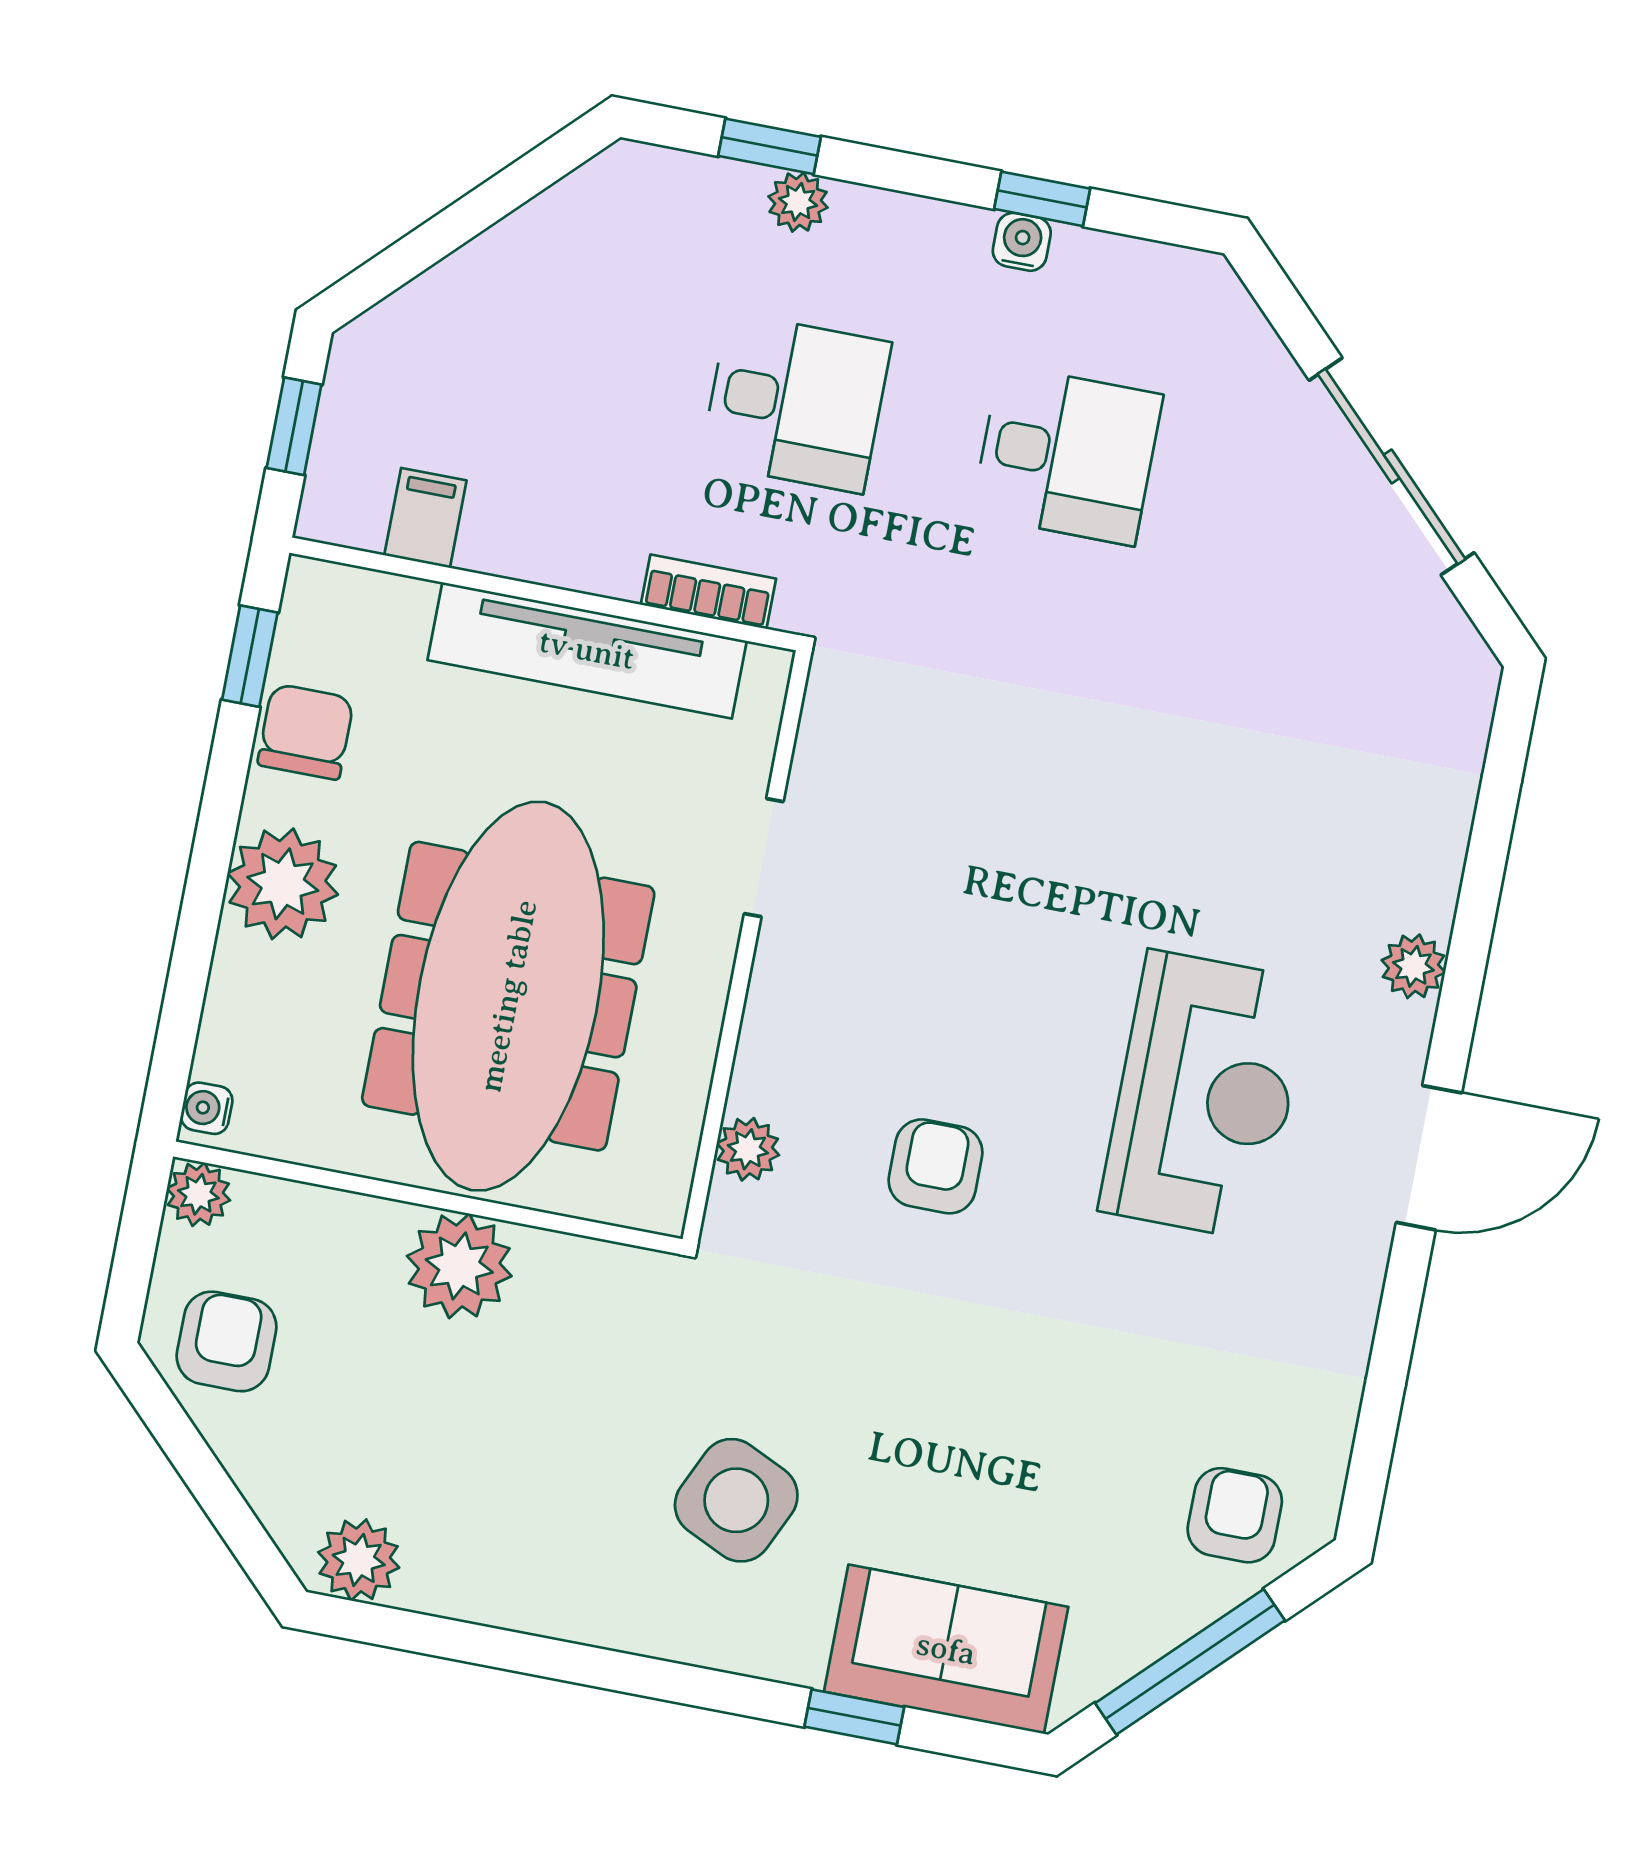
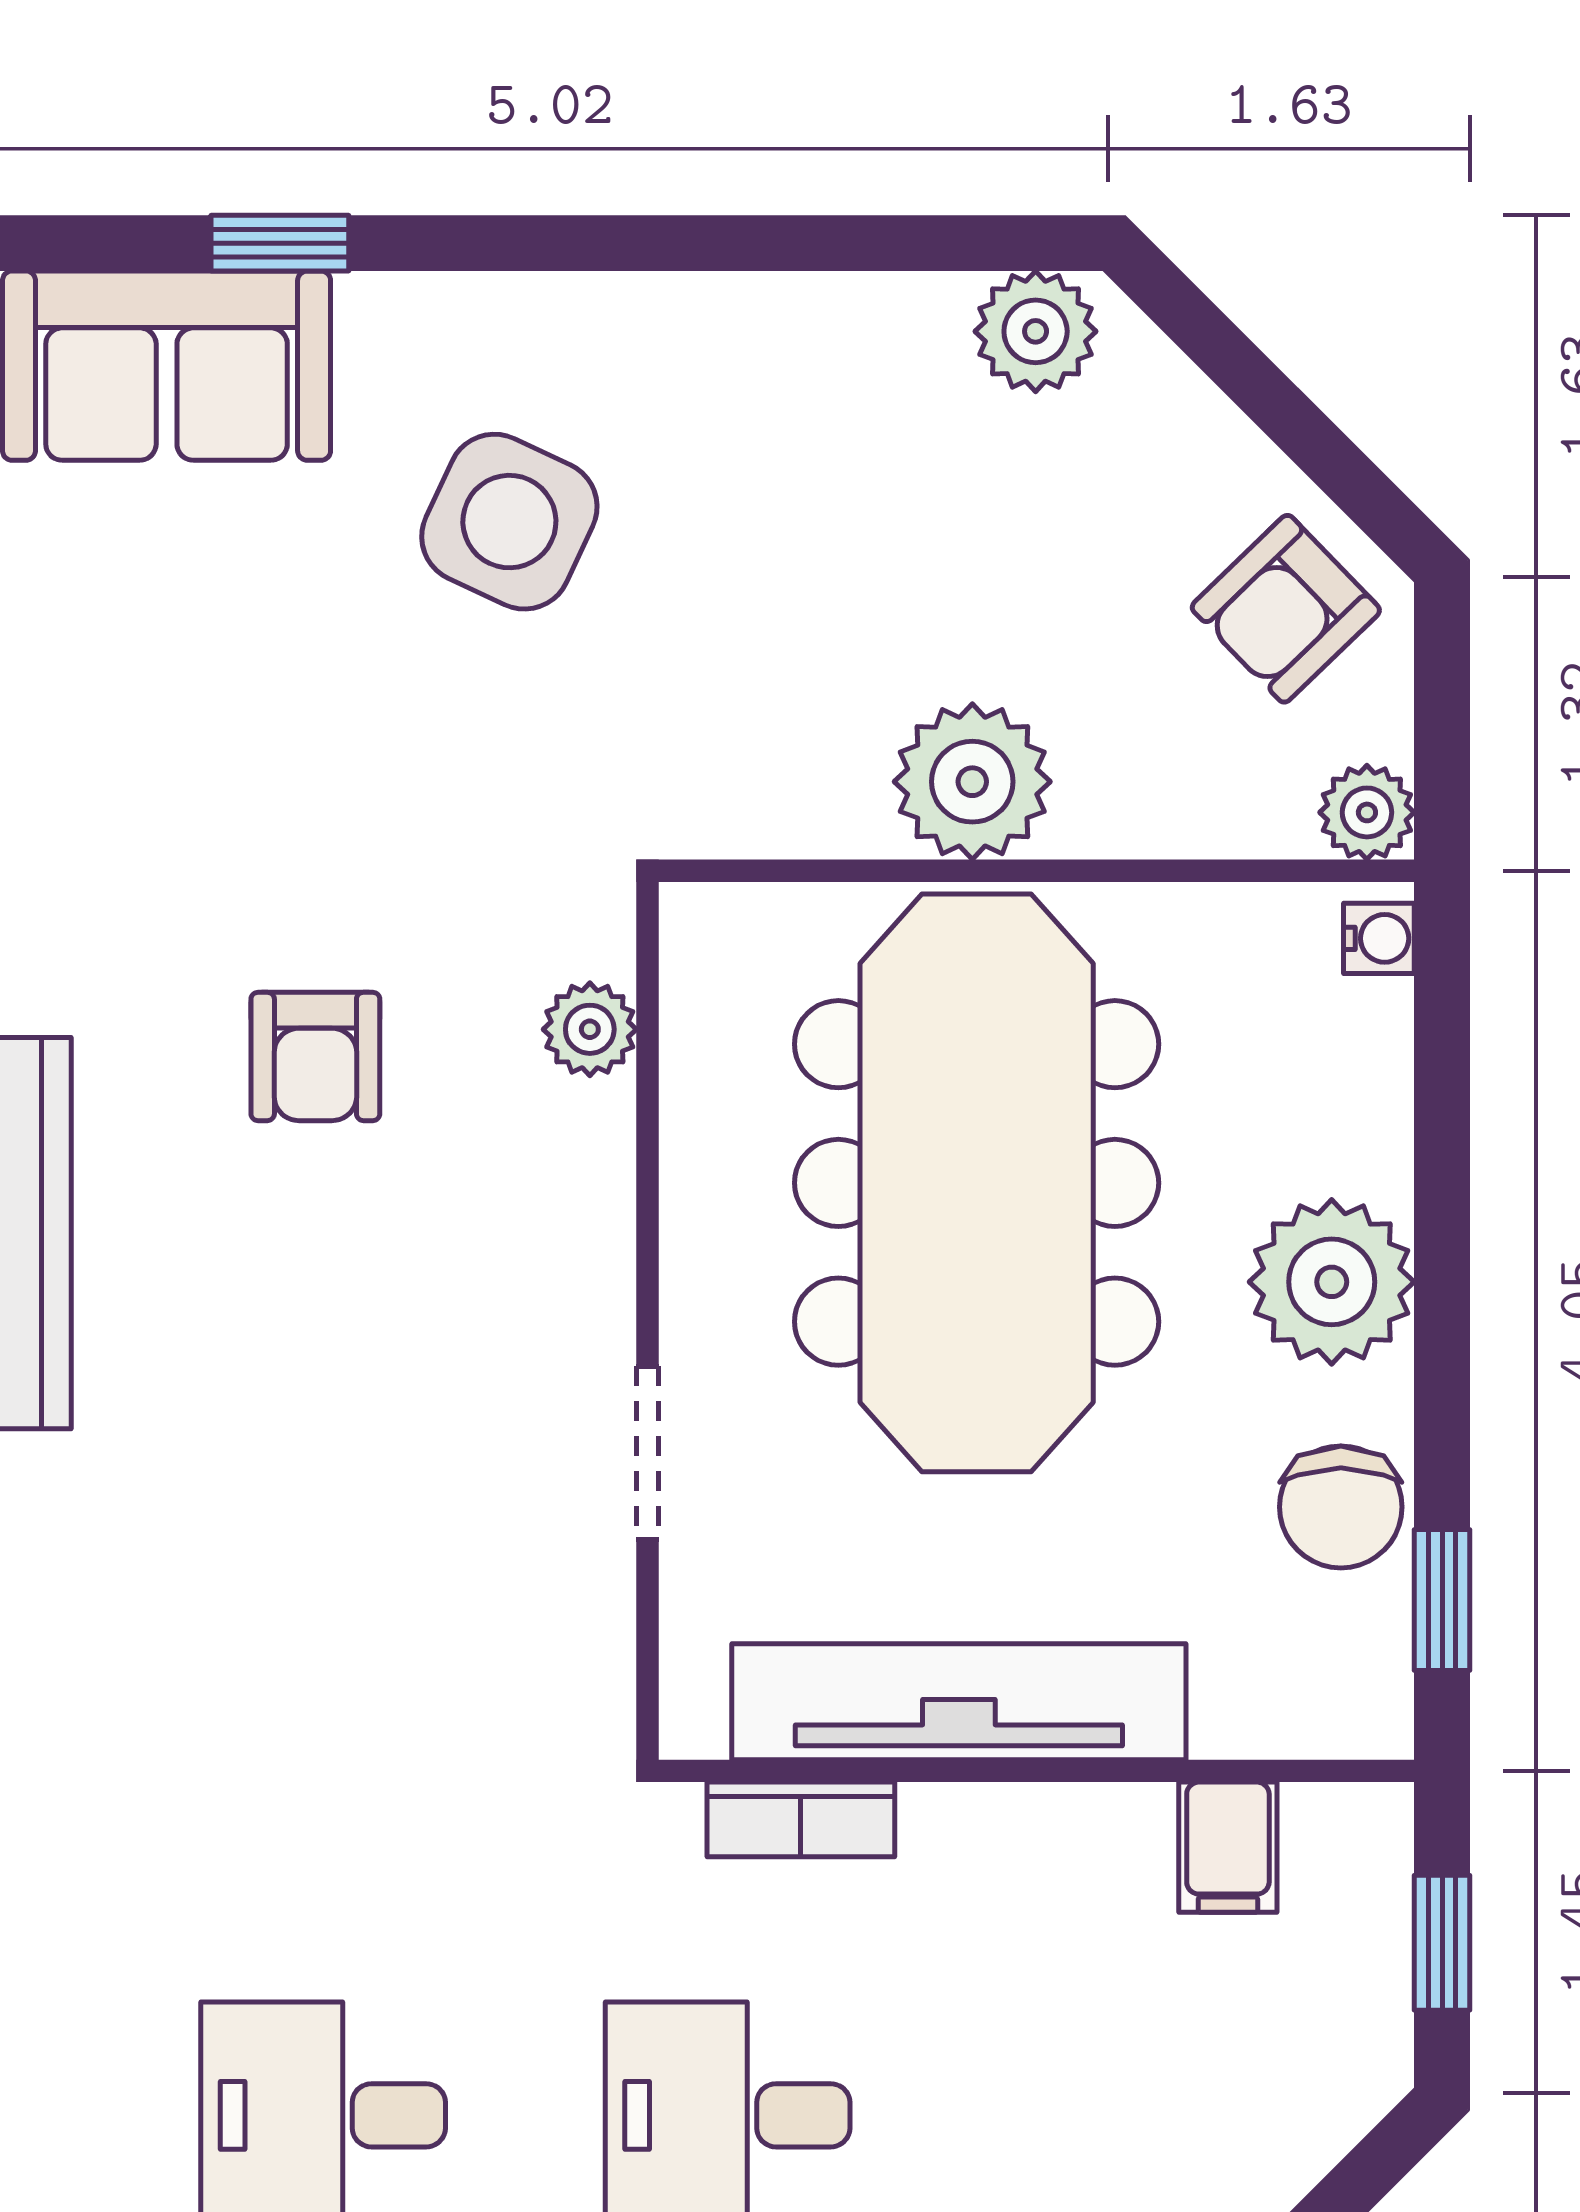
armchair: (227, 1341) -> (1286, 609), turned 46

